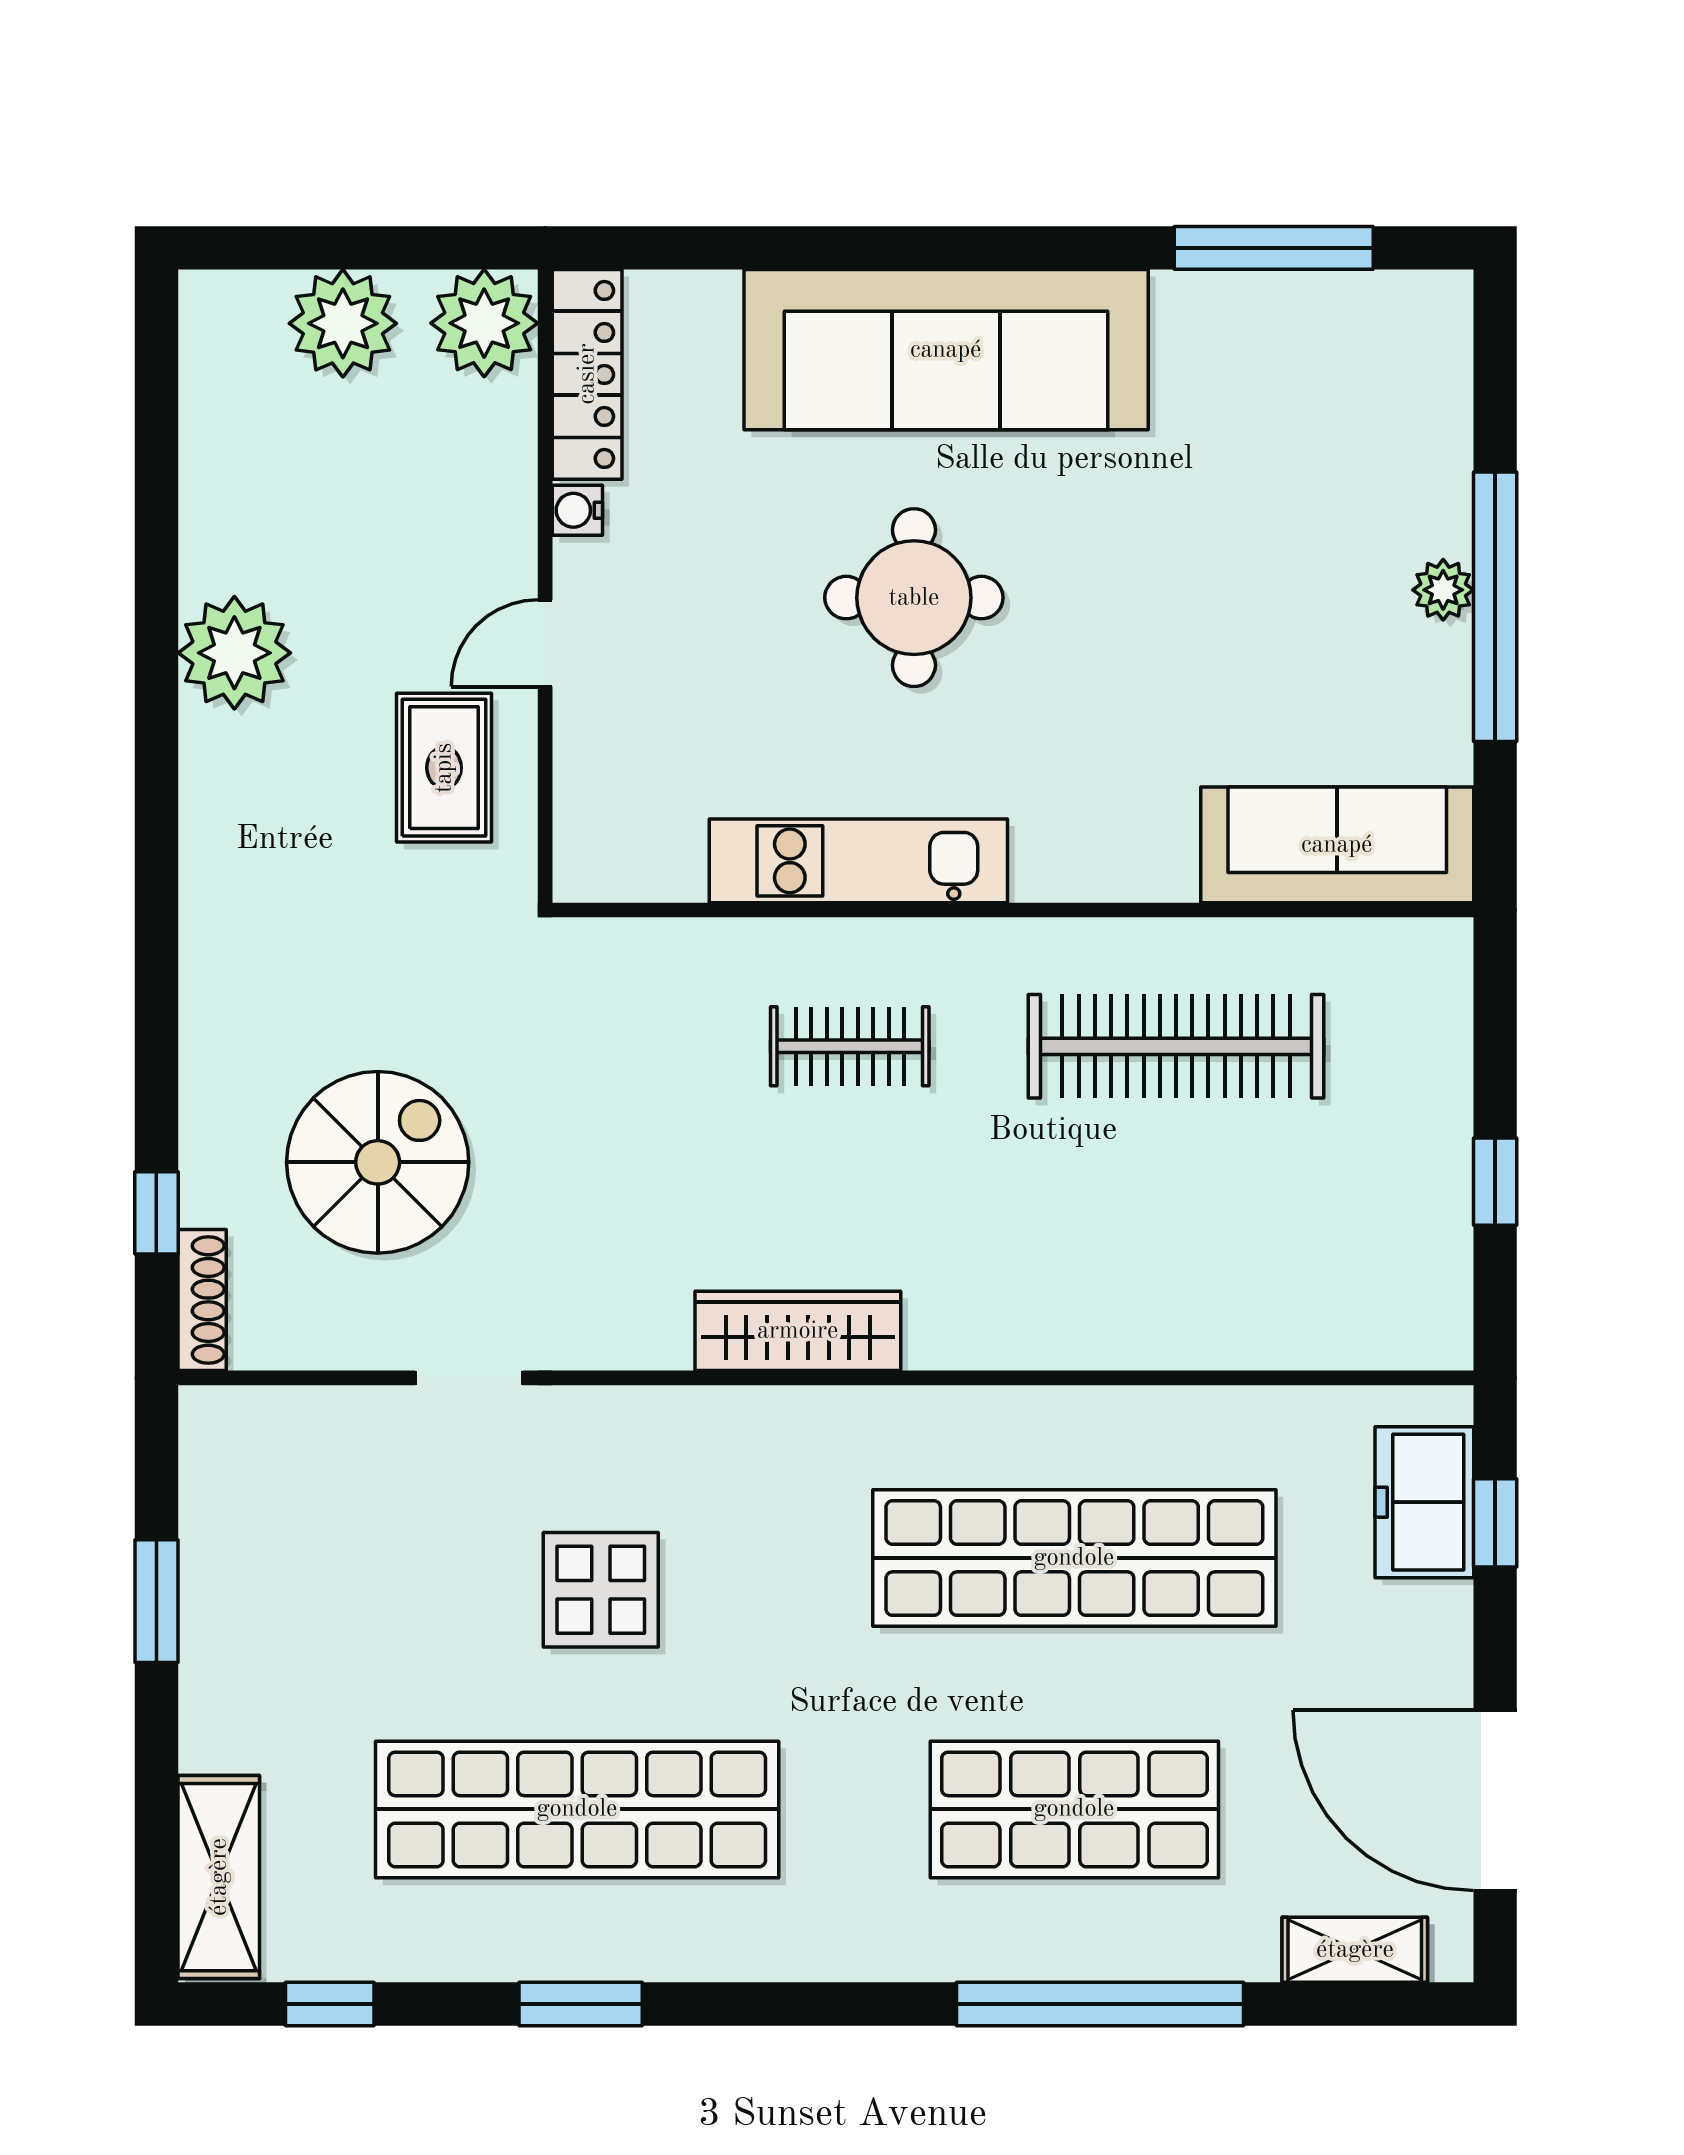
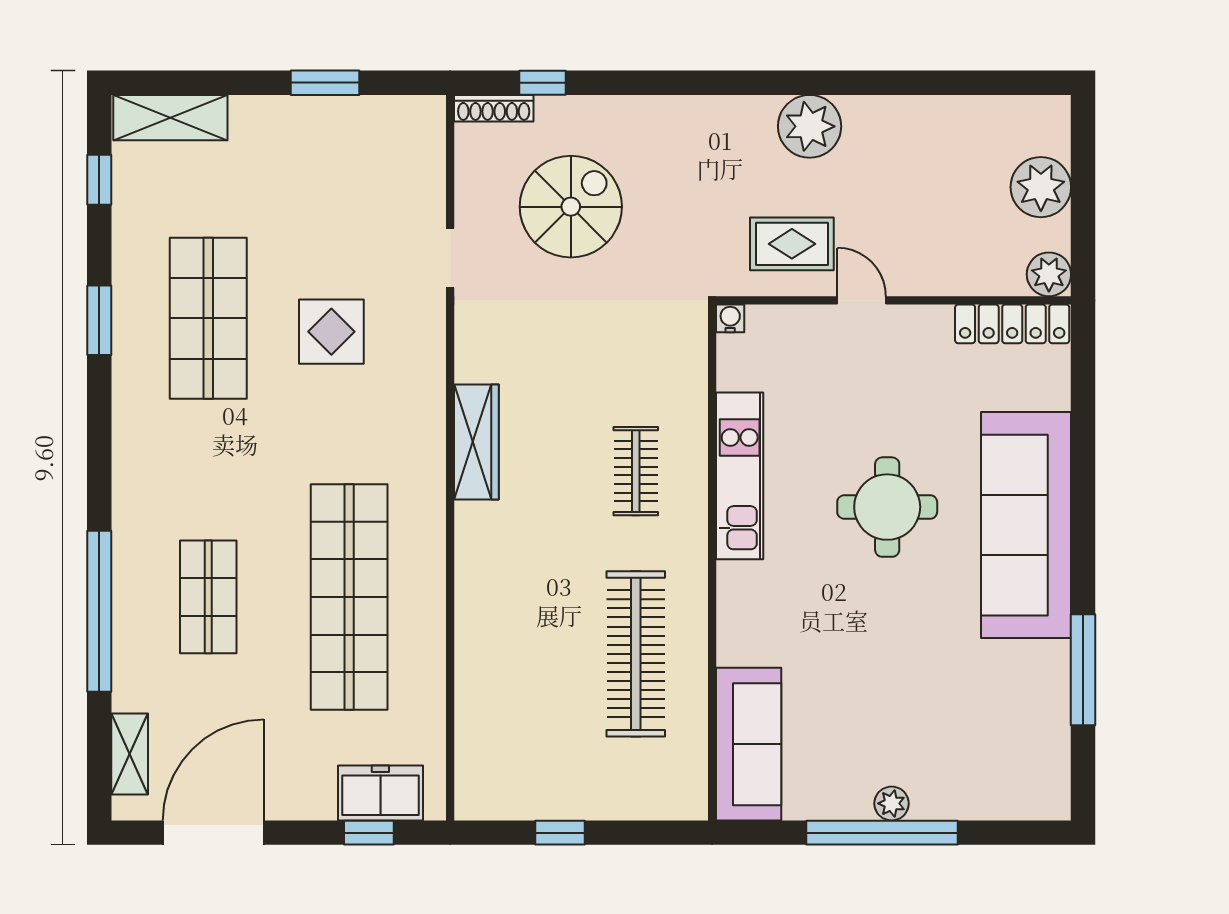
window: (1274, 248) -> (1083, 670), moved
plant: (484, 323) -> (1049, 274), width x0.73, depth x0.73
water cooler: (577, 510) -> (730, 318), moved
plant: (234, 653) -> (810, 126), moved
spiral stairs: (378, 1162) -> (571, 207), turned -90
shop shelf: (577, 1809) -> (208, 318), width x0.71
shop shelf: (1074, 1809) -> (208, 597), width x0.70, depth x0.74

